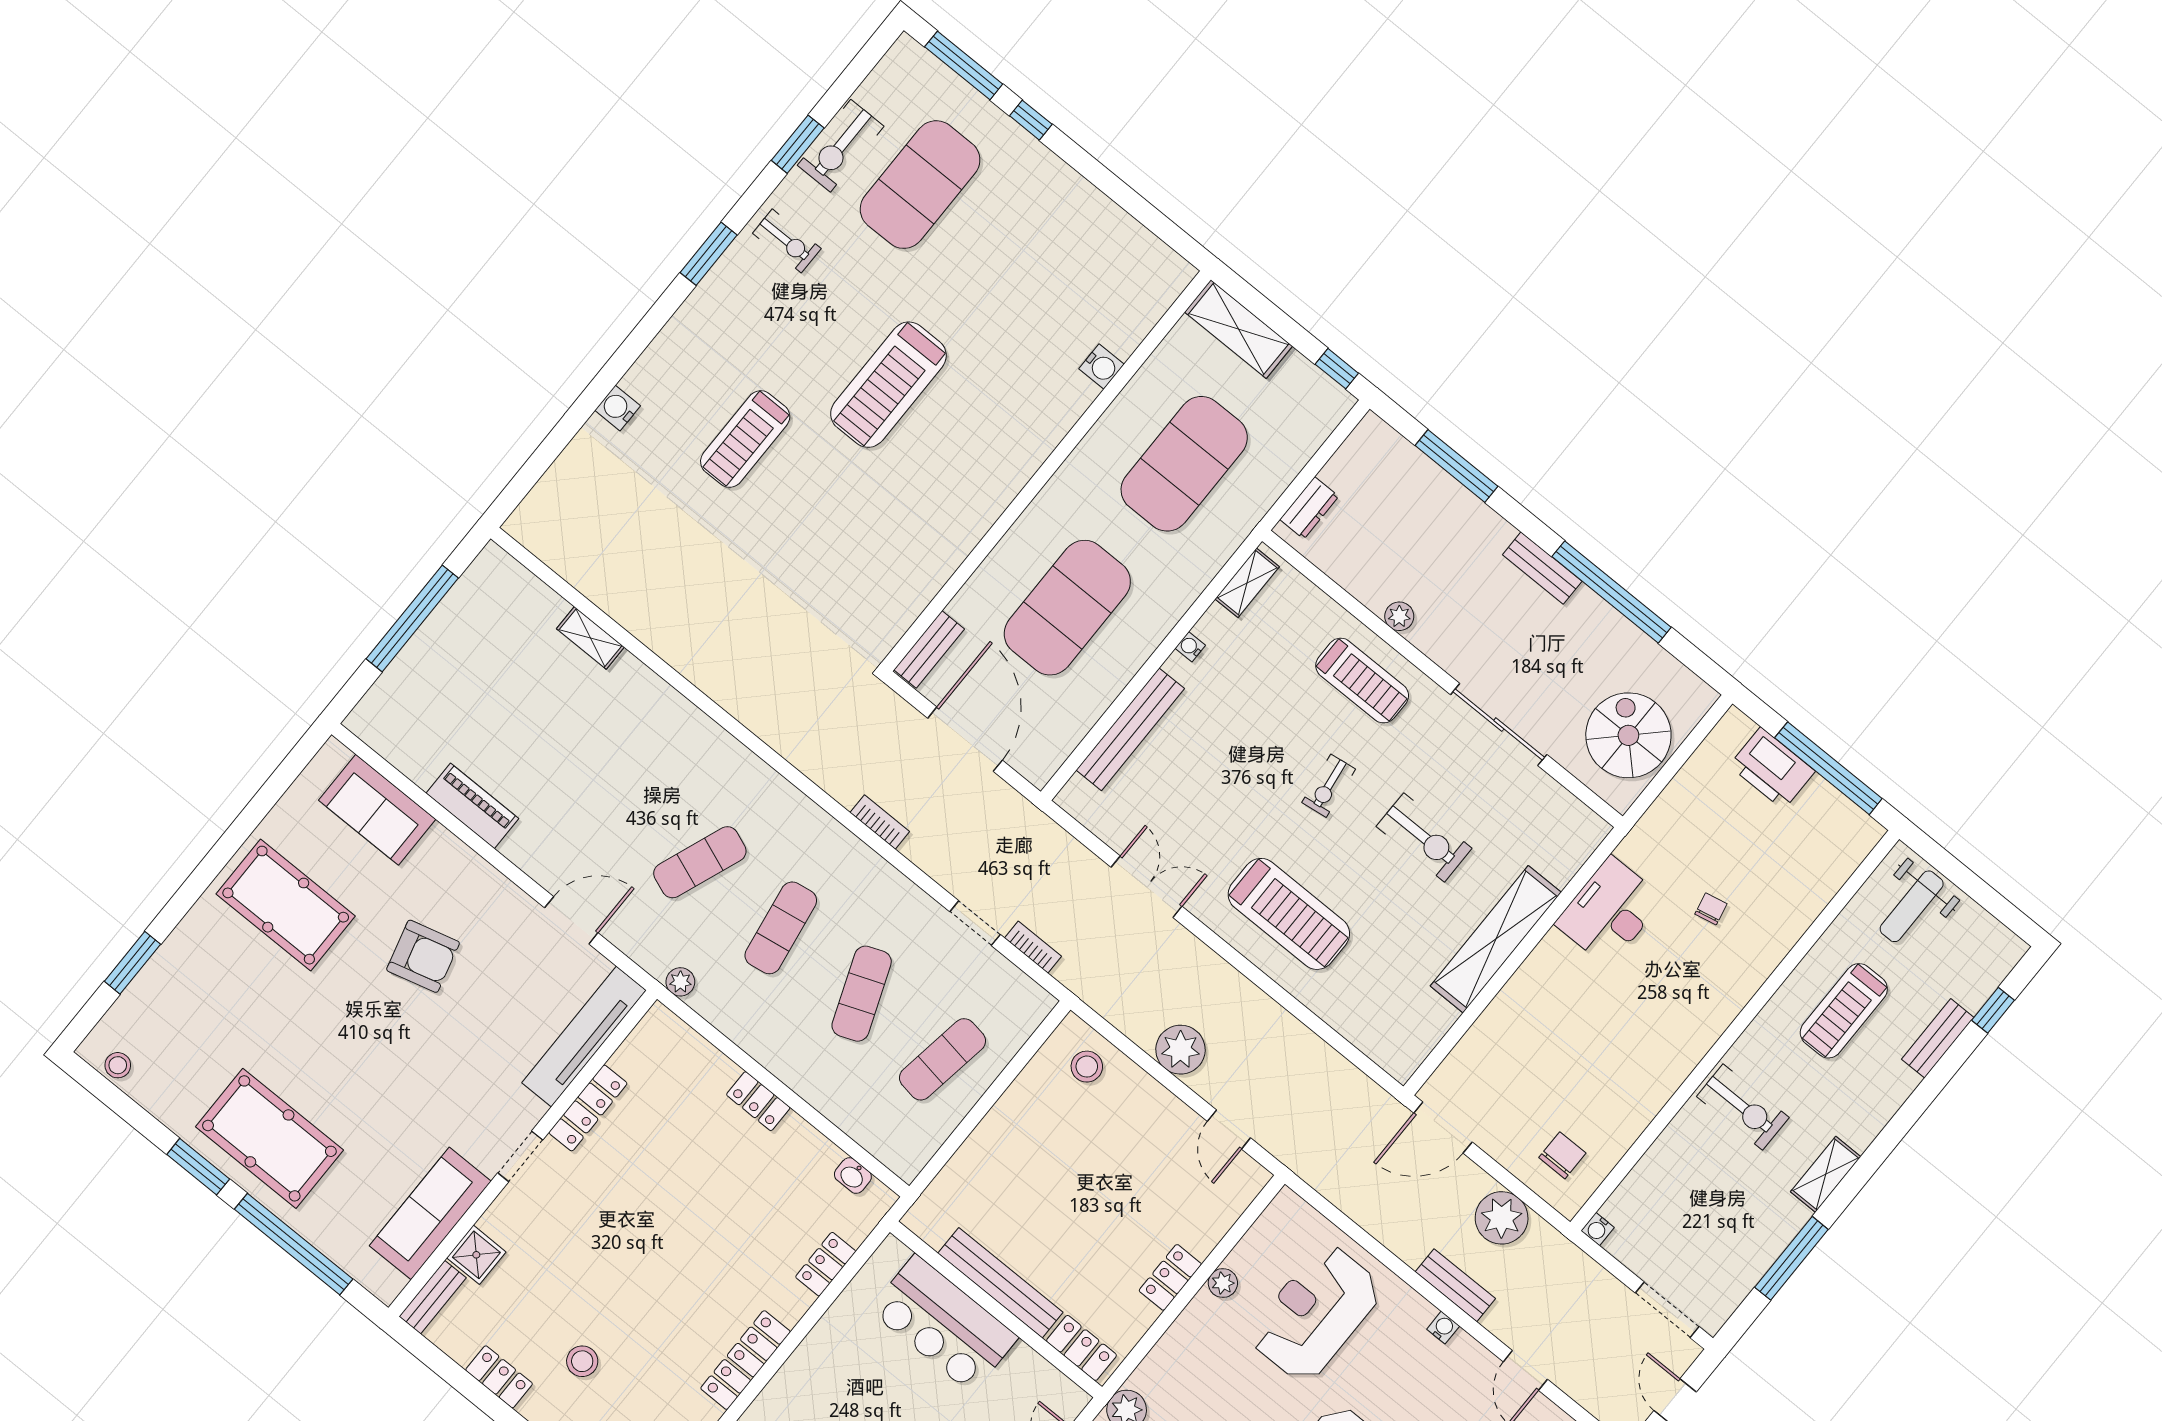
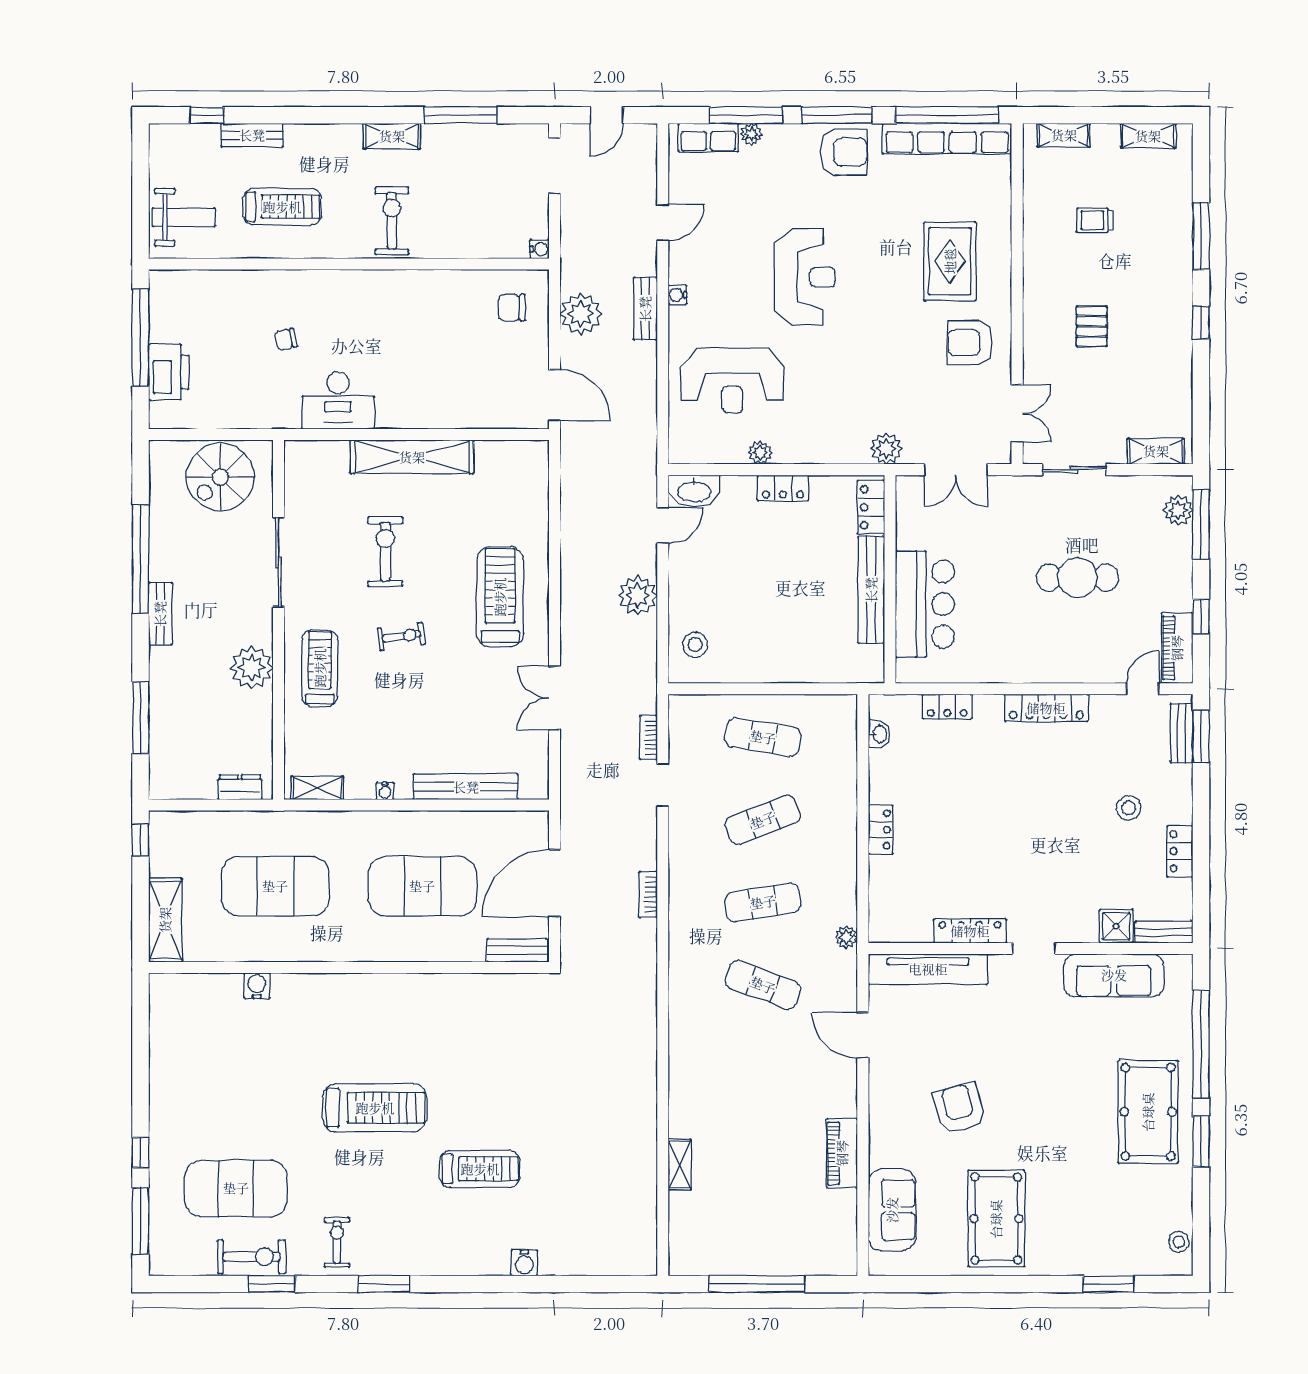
plant: (1399, 616) -> (252, 668), width x1.88, depth x1.88
washbasin: (1238, 1188) -> (694, 491), added

